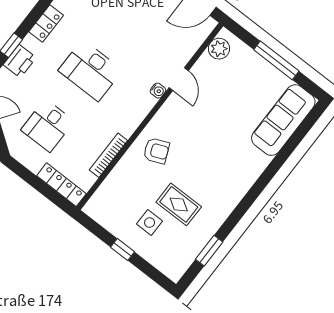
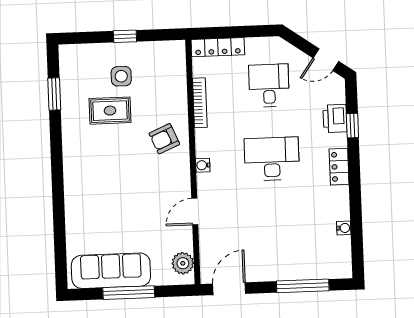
door: (179, 79) -> (195, 211), hinge flipped
water cooler: (158, 91) -> (203, 165), moved
sofa: (283, 120) -> (111, 271), moved, turned -90

